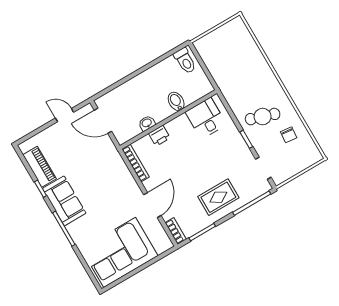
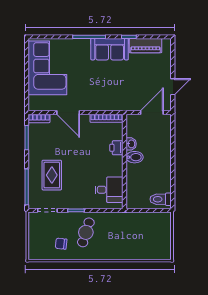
bidet: (176, 101) -> (135, 157), moved
rug: (218, 197) -> (52, 175), moved

